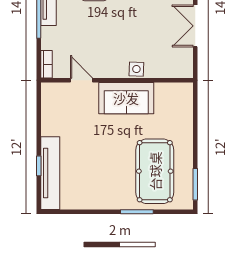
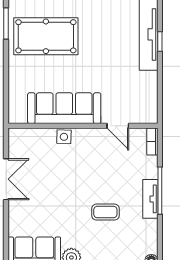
sofa: (126, 98) -> (64, 108), width x1.36
pool table: (155, 171) -> (46, 36), turned 90

